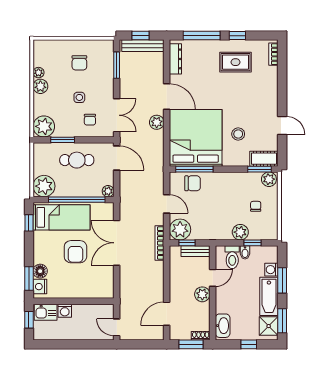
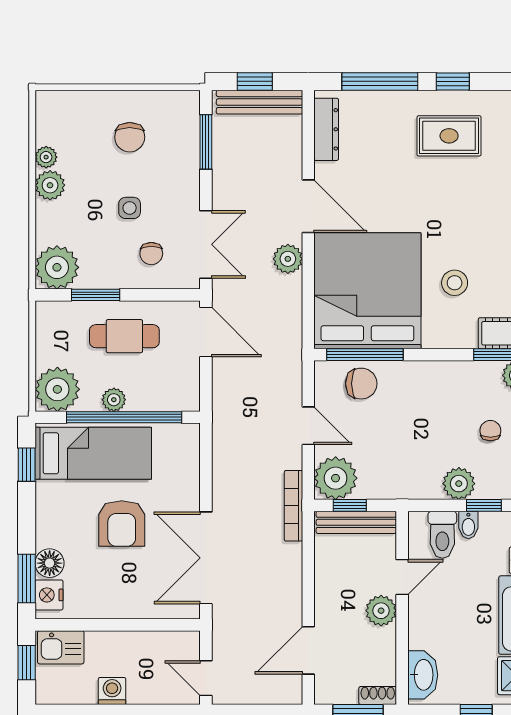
plant: (108, 191) -> (114, 400), moved
double door: (117, 243) -> (206, 558), moved
bench: (195, 251) -> (356, 522), width x1.36
washing machine: (65, 311) -> (112, 691), moved, turned 180

